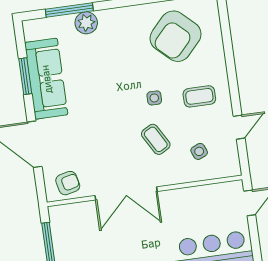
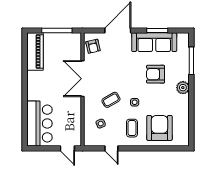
plant: (86, 23) -> (183, 88), moved
armchair: (176, 36) -> (159, 128), moved, turned 47
armchair: (101, 69) -> (156, 74), added

